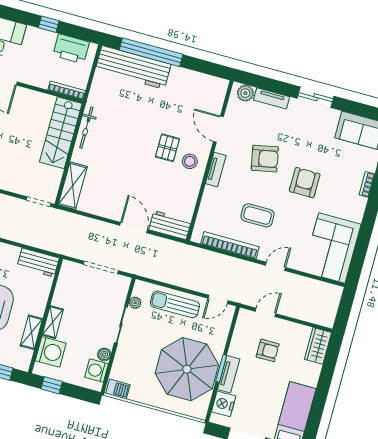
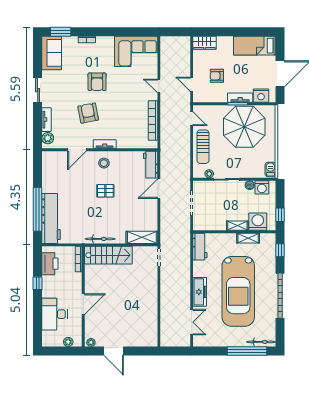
pallet: (167, 148) -> (105, 191), moved
armchair: (305, 183) -> (97, 82), turned -90
coffee table: (257, 215) -> (128, 107), removed
armchair: (268, 350) -> (217, 76), turned -90

